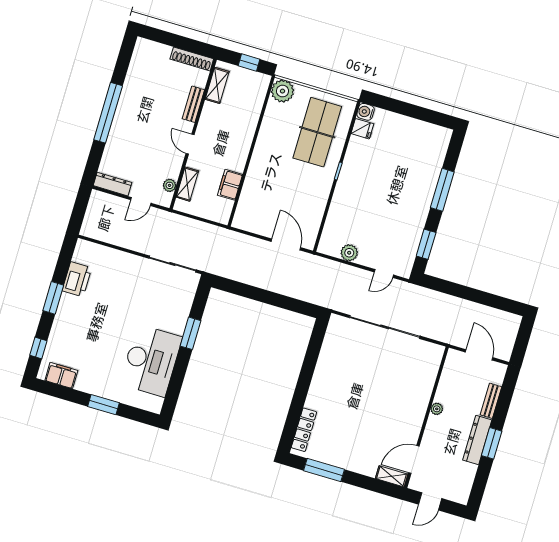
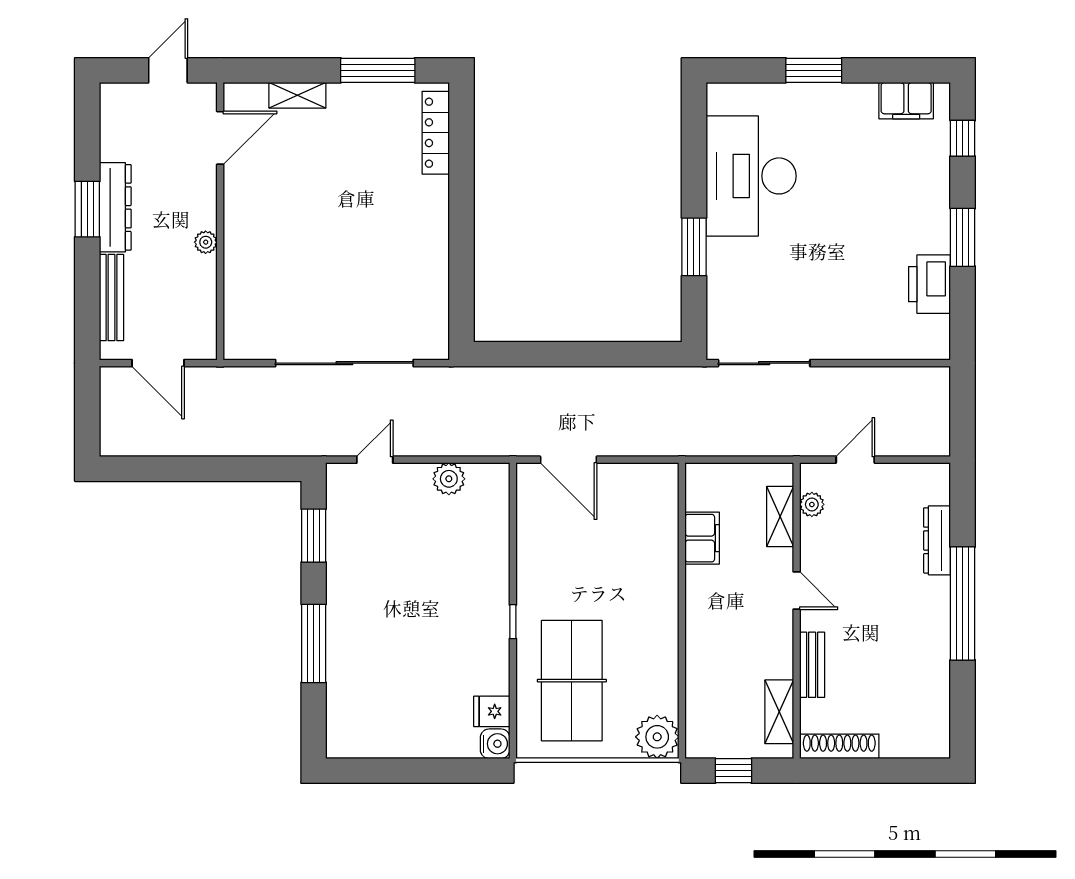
dresser: (113, 184) -> (937, 540), moved, turned 90
bench: (491, 401) -> (111, 298), width x1.36
shelving: (392, 476) -> (297, 95), moved

